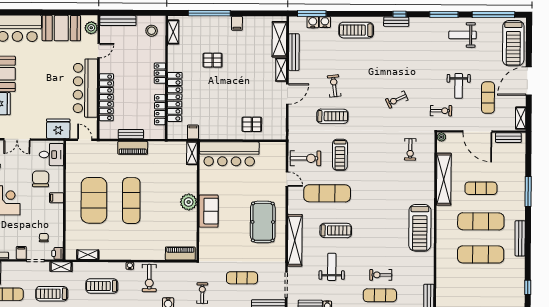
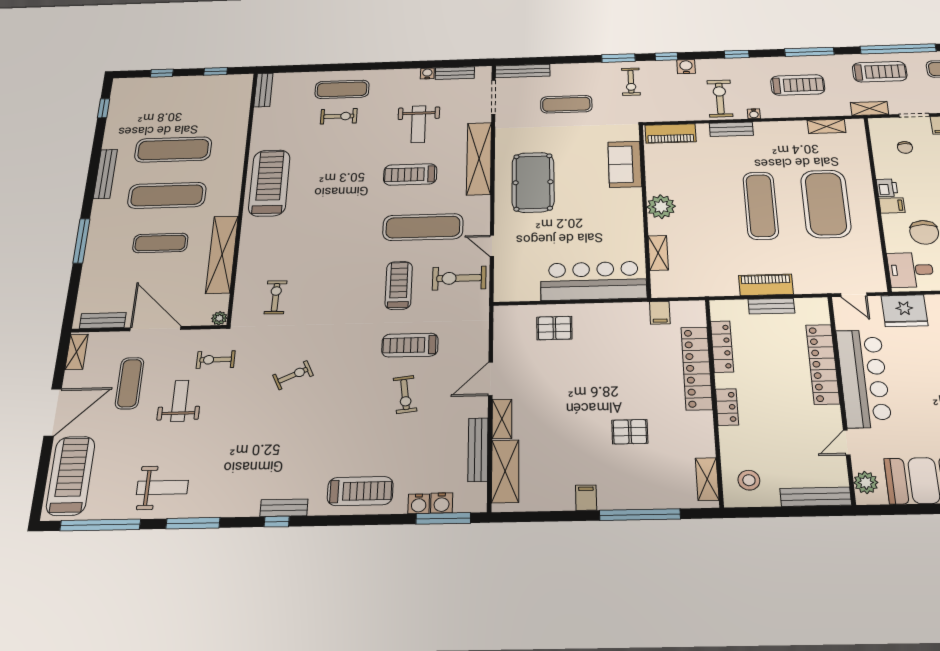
shelving: (192, 153) -> (658, 253), moved
sofa: (209, 211) -> (625, 164), moved
printer: (57, 253) -> (887, 188), moved
bench: (144, 255) -> (731, 129), added

